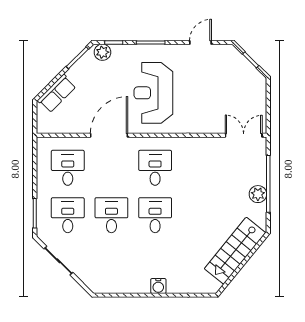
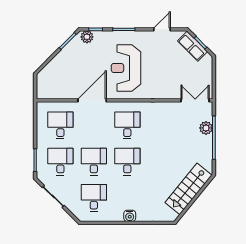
row of seats: (57, 93) -> (193, 46), moved, turned 90
plant: (258, 194) -> (206, 128), moved
desk: (111, 263) -> (94, 198), added

